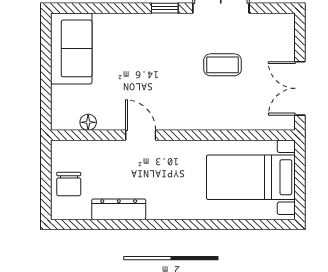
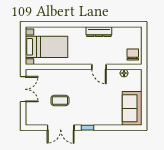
chair: (69, 184) -> (133, 54), moved
dresser: (119, 209) -> (99, 32), moved

